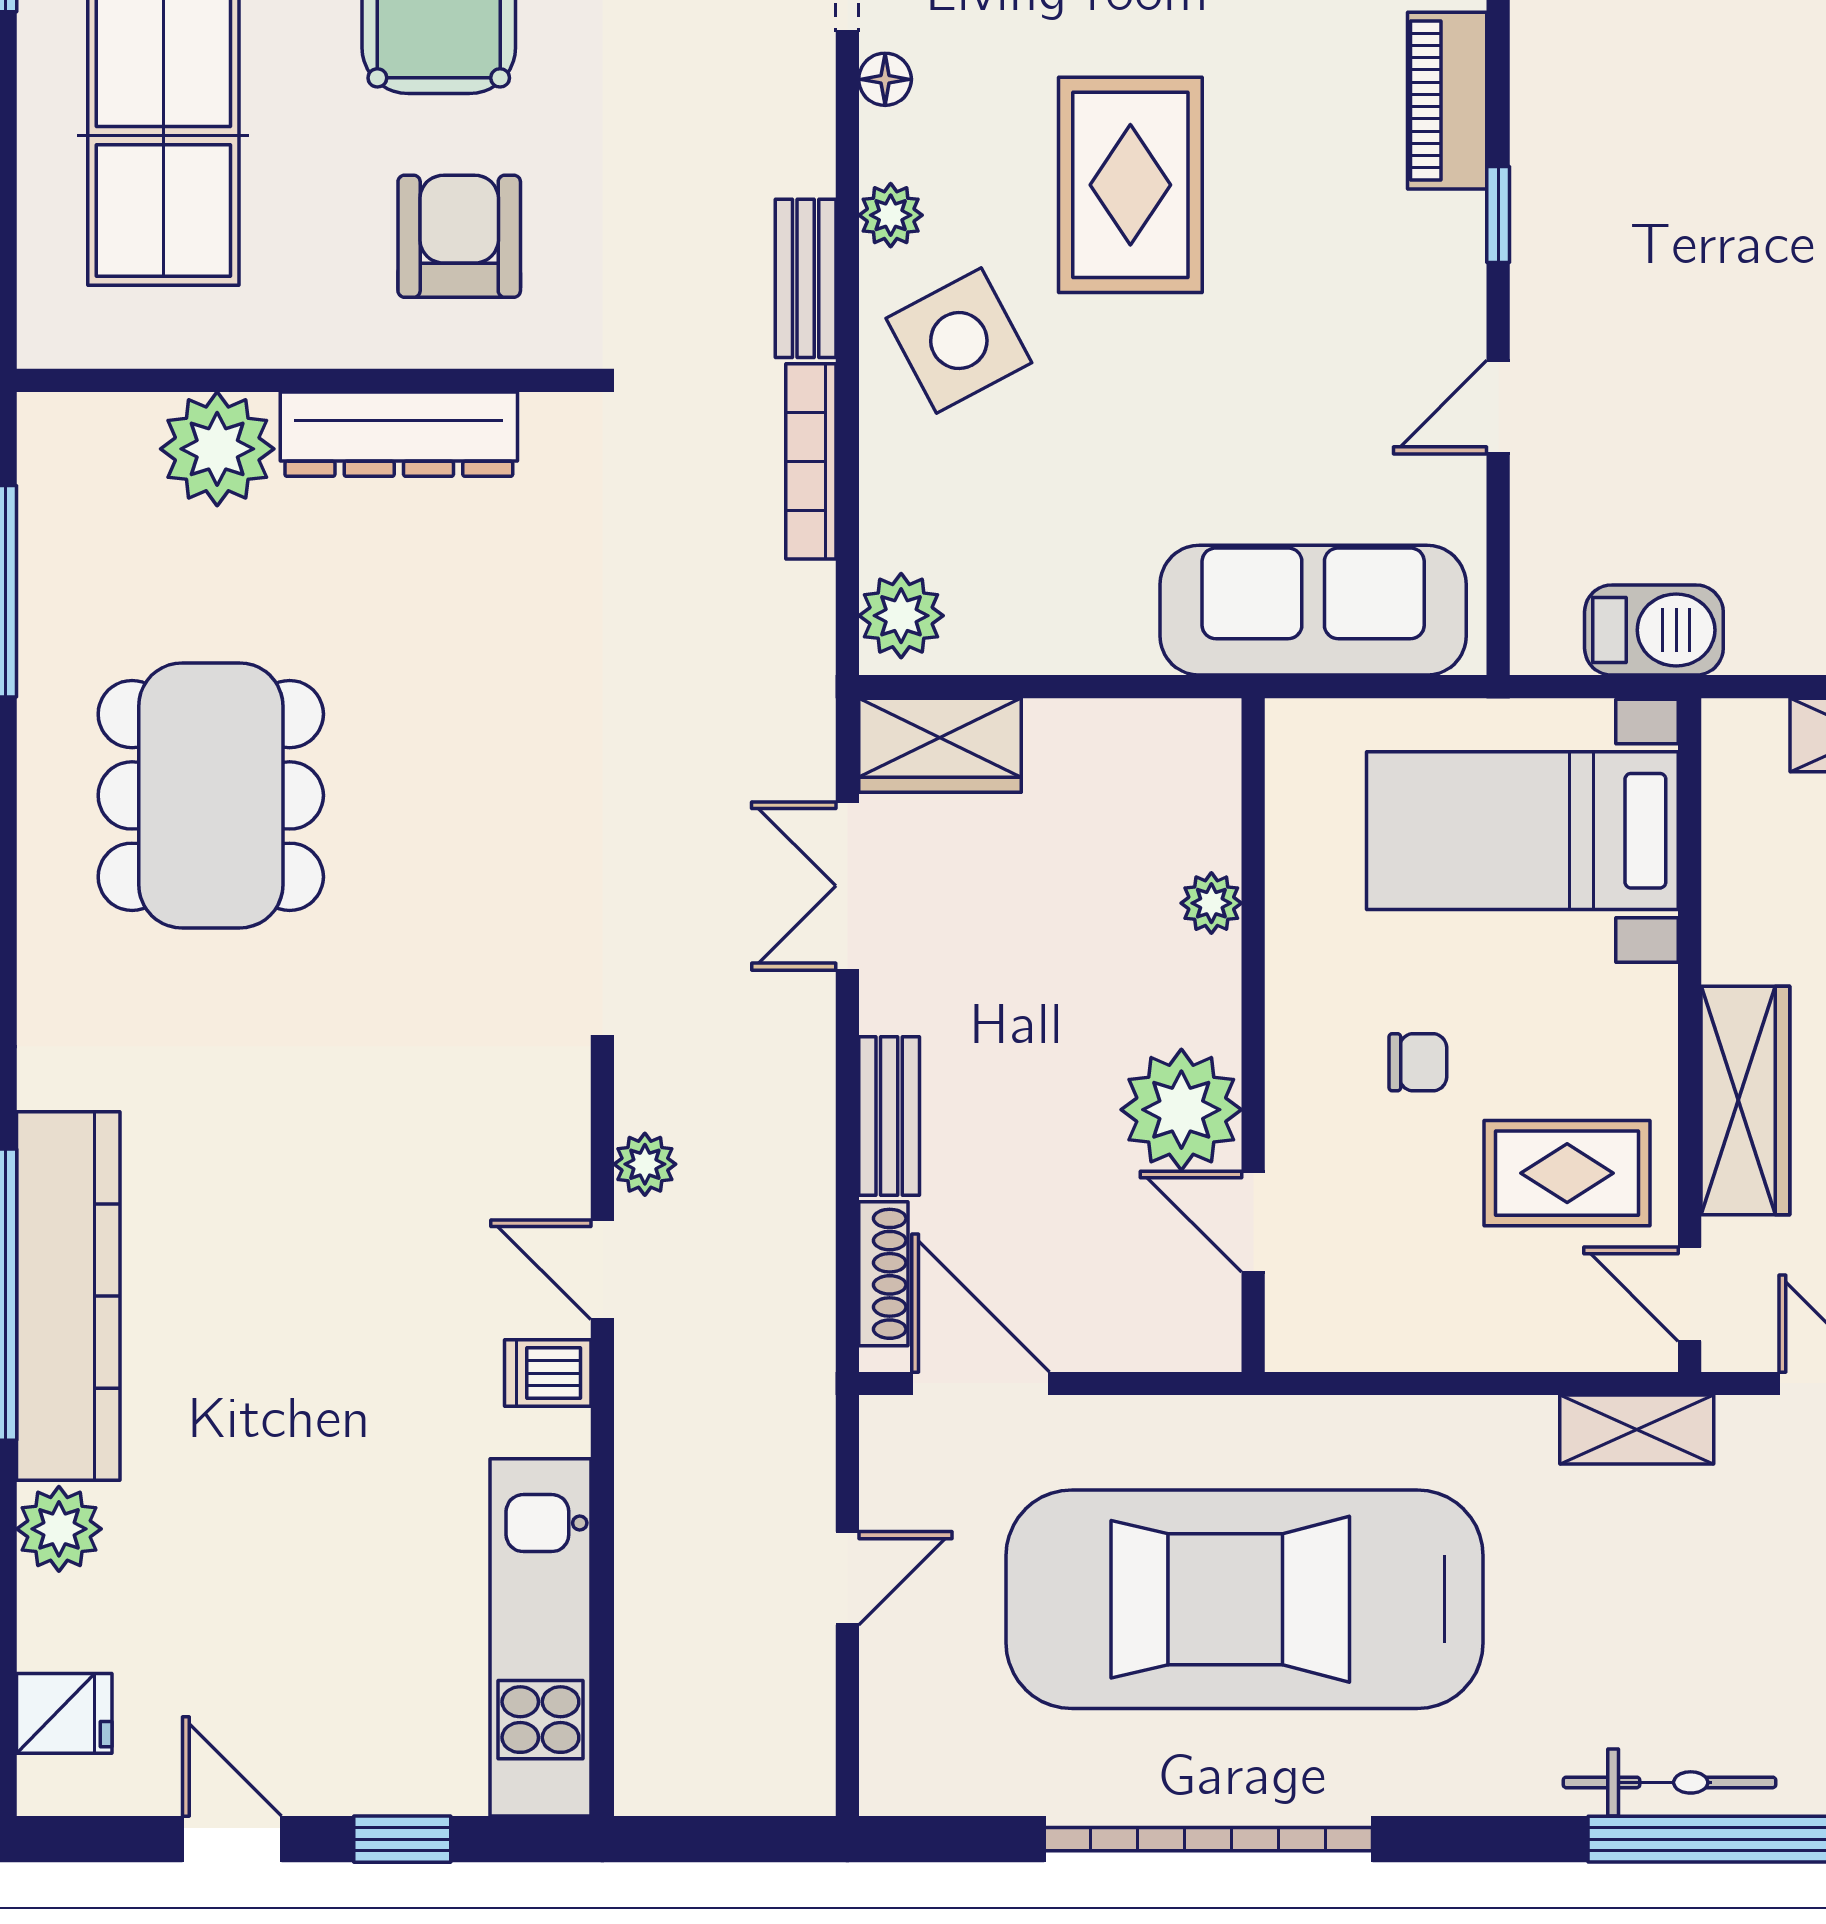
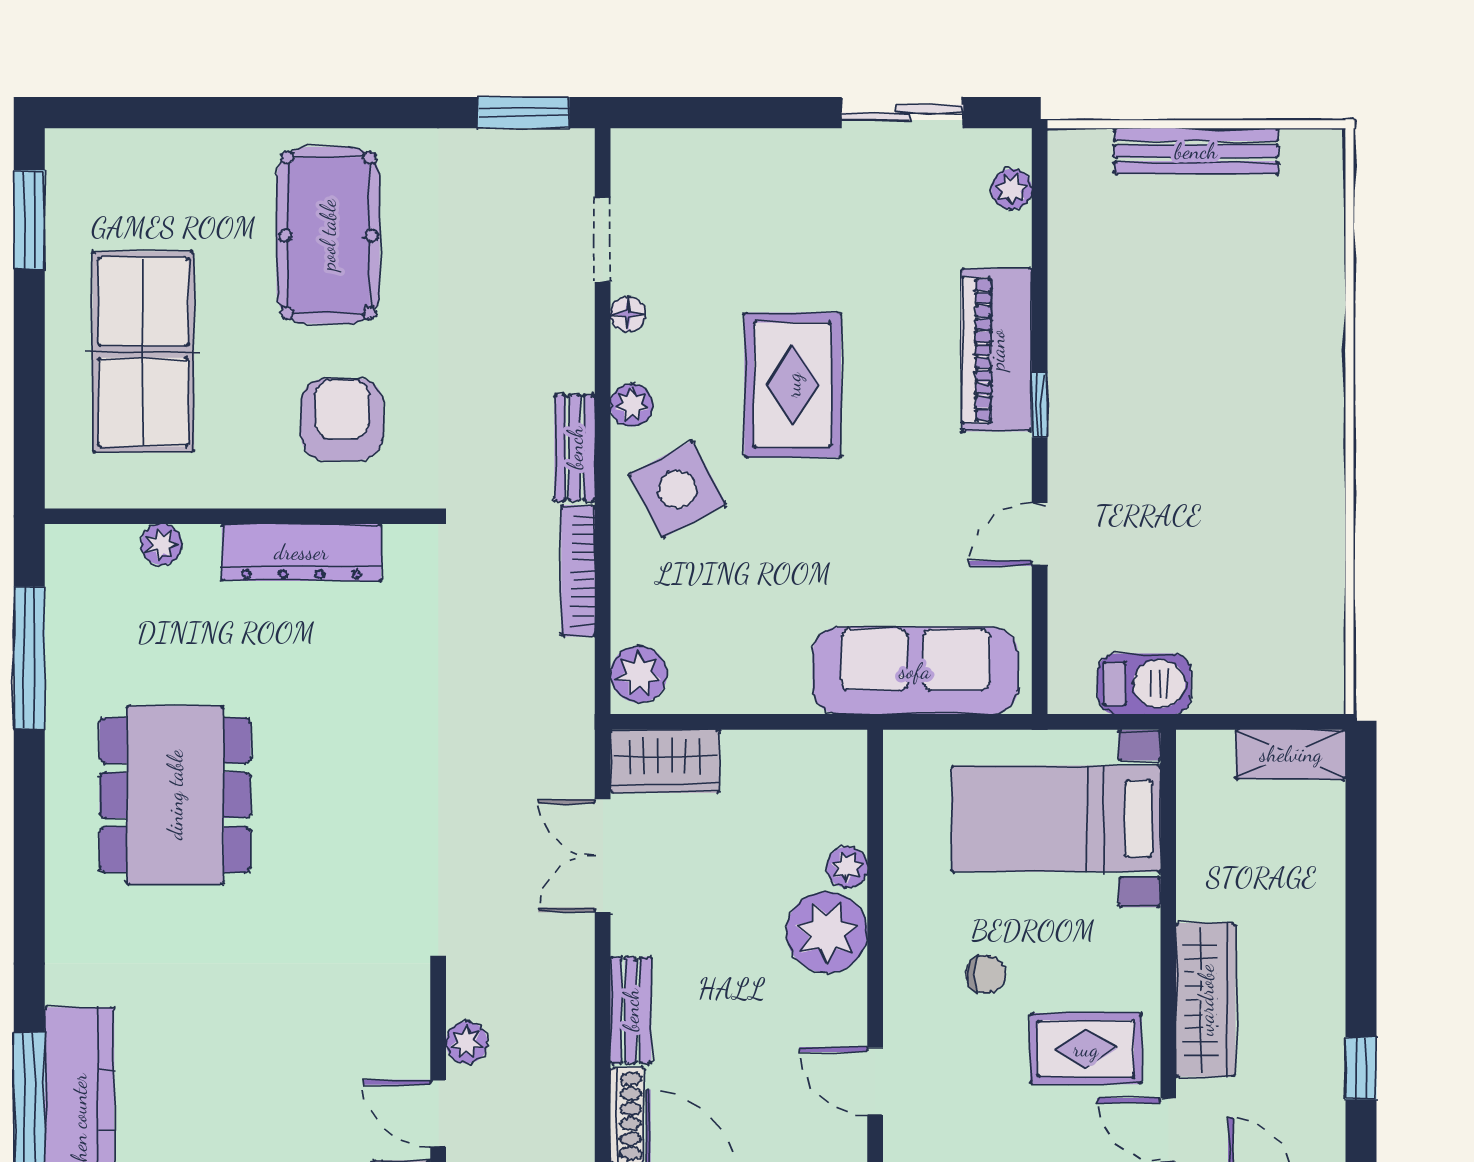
piano: (1447, 101) -> (997, 350), width x1.37, depth x1.33
plant: (217, 449) -> (162, 544), width x0.53, depth x0.53
plant: (1181, 1110) -> (827, 932), moved

